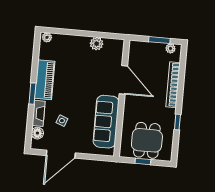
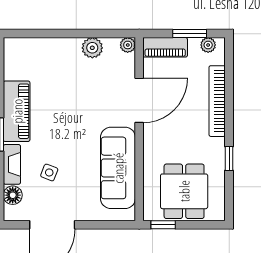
plant: (47, 37) -> (128, 45), moved
piano: (143, 47) -> (165, 47), added
door: (123, 80) -> (139, 100), hinge flipped
window: (143, 161) -> (163, 225), moved

